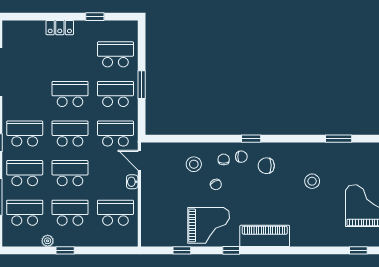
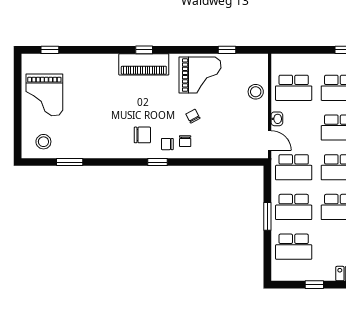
stool: (194, 164) -> (256, 92), moved
stool: (312, 181) -> (43, 142), moved
grand piano: (209, 225) -> (200, 75), turned 180
window: (231, 250) -> (144, 50), moved

